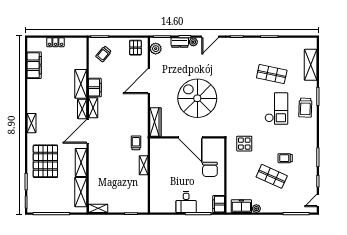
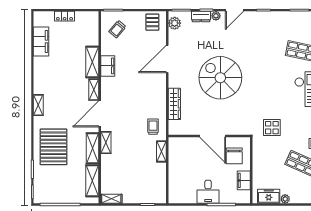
shelving: (93, 108) -> (106, 143), moved
wall: (187, 137) -> (209, 136), moved
door: (190, 137) -> (213, 136), moved
filing cabinet: (219, 204) -> (244, 180), moved

